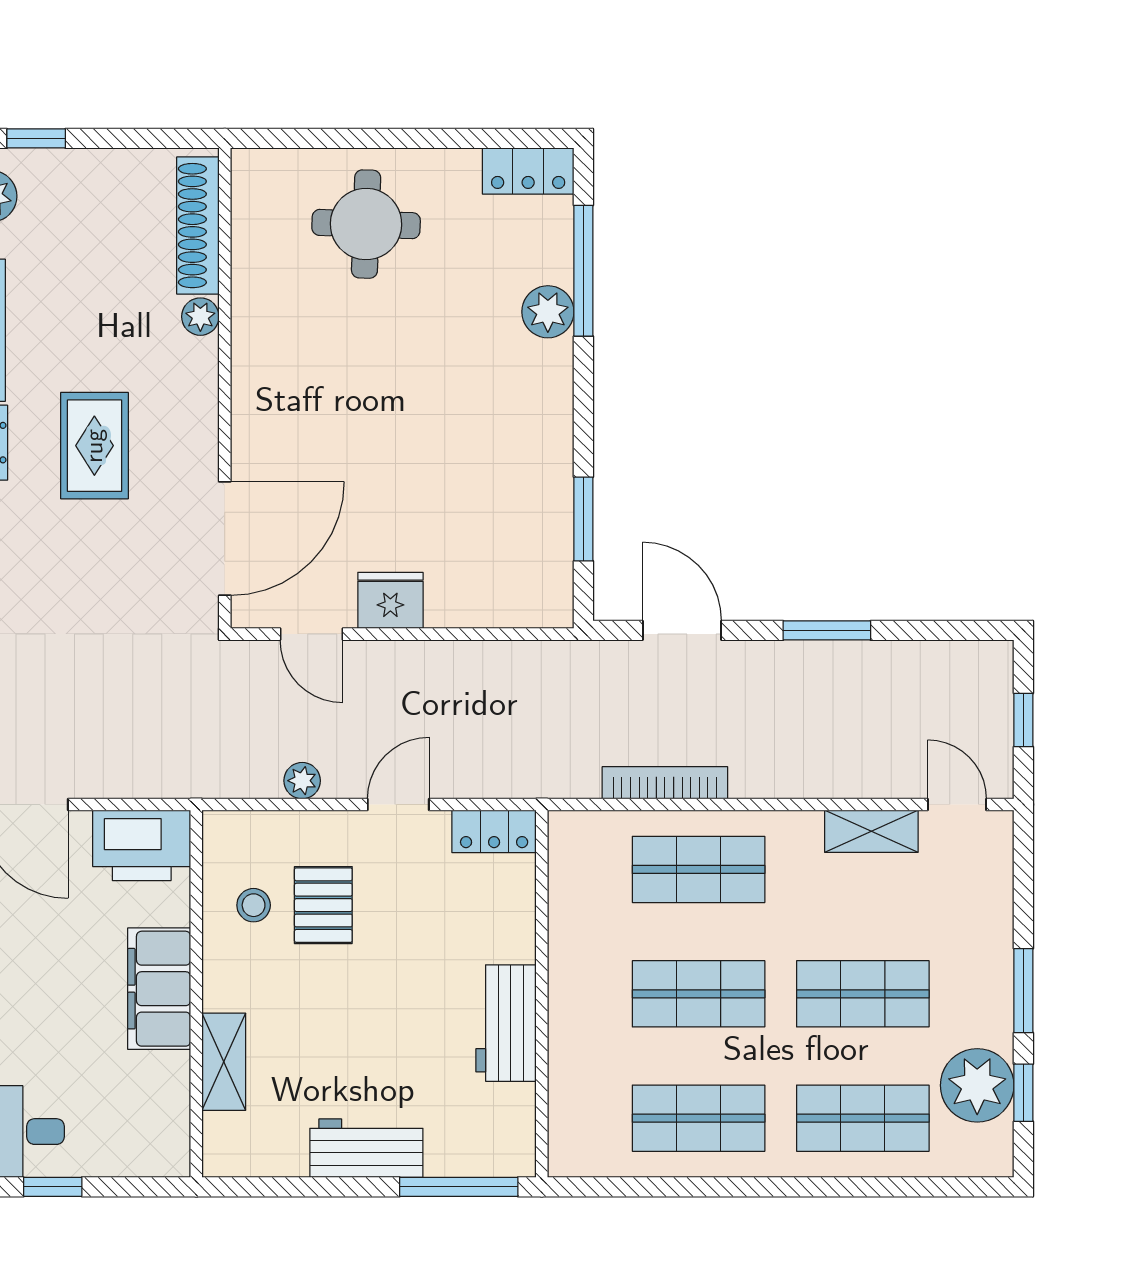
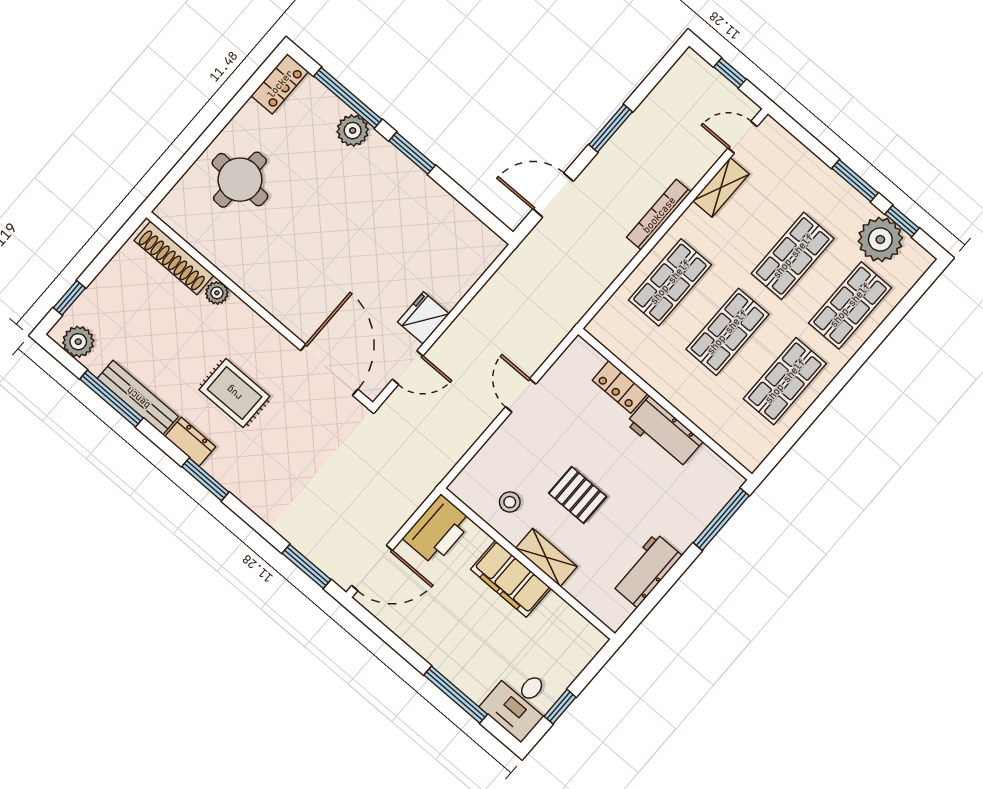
window: (583, 519) -> (412, 153), moved
plant: (302, 781) -> (472, 430), removed
bookcase: (665, 783) -> (659, 215), moved
locker: (494, 831) -> (620, 387), moved, turned 90
pallet: (323, 905) -> (578, 495), moved
shelving: (224, 1062) -> (546, 557), moved
workbench: (366, 1148) -> (646, 570), moved

